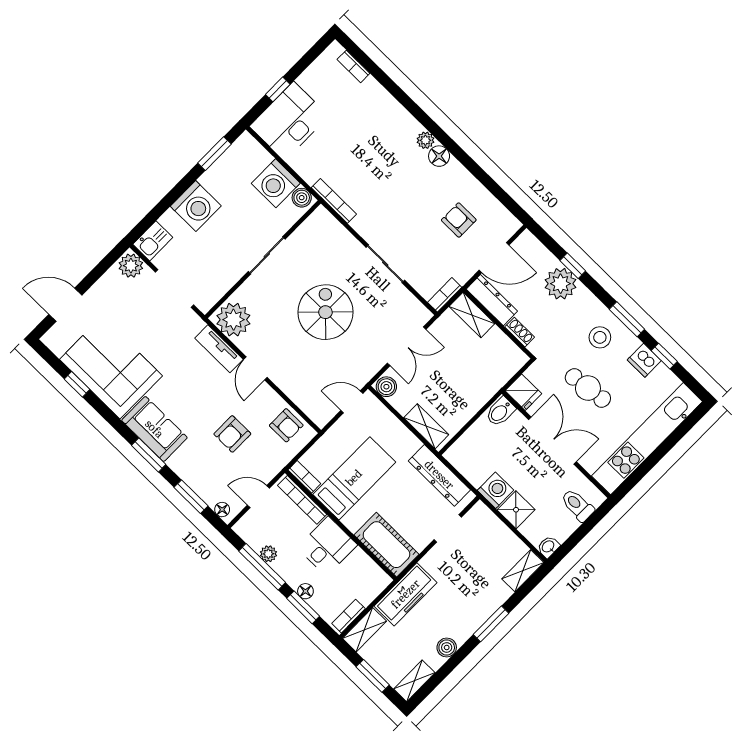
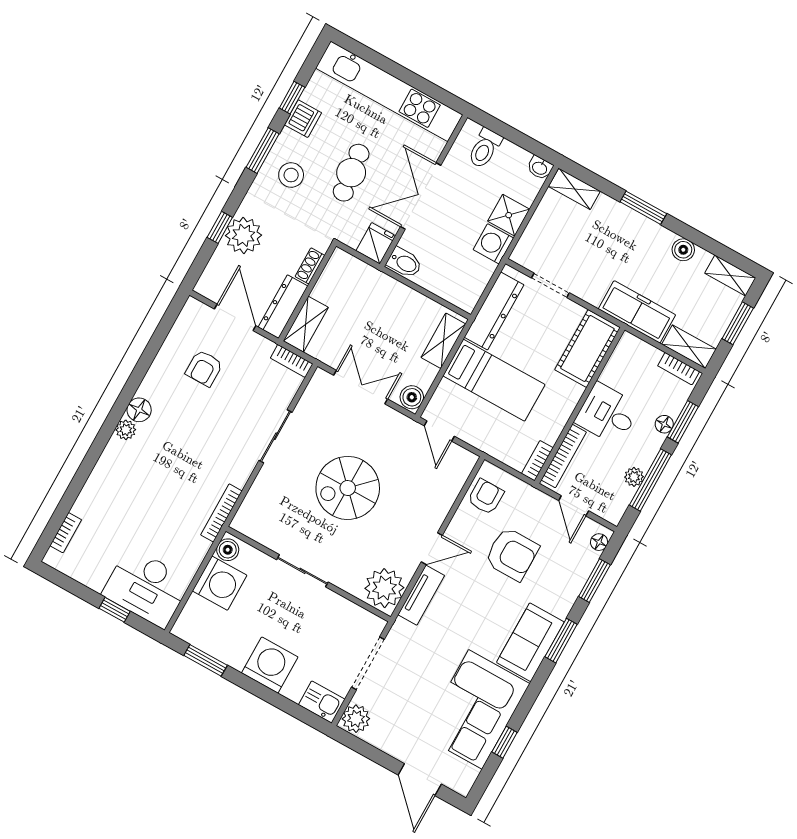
armchair: (232, 434) -> (512, 554), width x1.38, depth x1.38
bed: (354, 478) -> (494, 380), moved, turned 180

